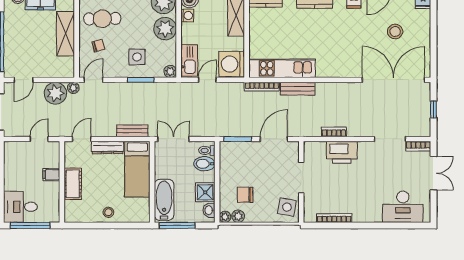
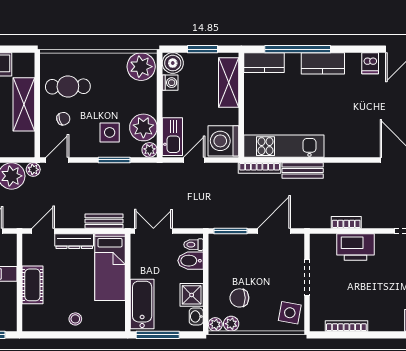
plant: (165, 29) -> (143, 127), moved

